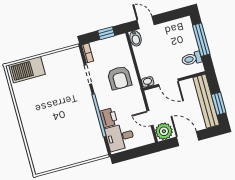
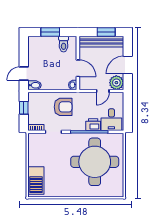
window: (201, 40) -> (50, 32), width x0.69
door: (168, 83) -> (78, 68), hinge flipped
round table: (67, 131) -> (95, 162), added

